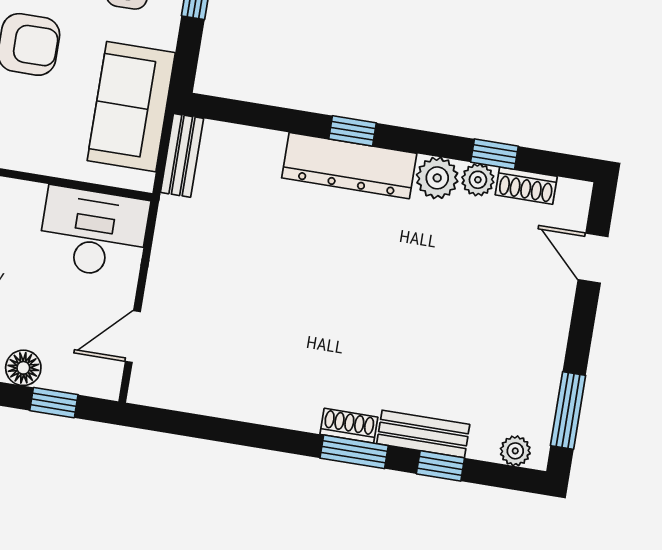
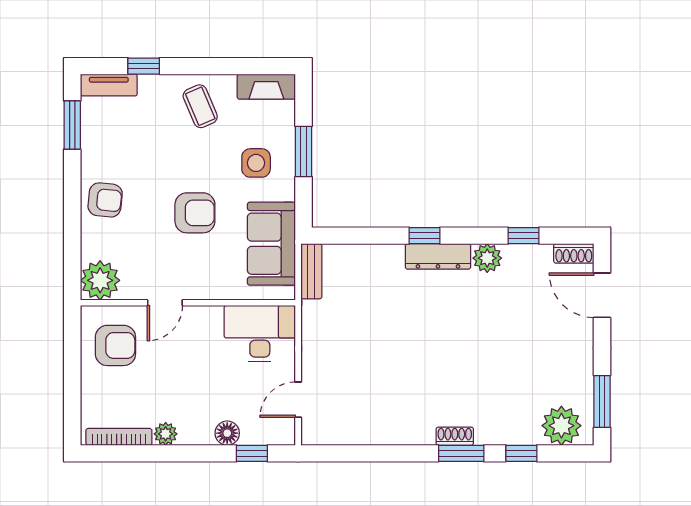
dresser: (349, 166) -> (438, 256), width x0.73, depth x0.80
plant: (478, 180) -> (515, 255), removed
shoe rack: (526, 186) -> (574, 253), moved
door: (593, 258) -> (602, 295), width x1.38
bench: (423, 434) -> (506, 434), removed
plant: (515, 451) -> (561, 426), width x1.87, depth x1.87

